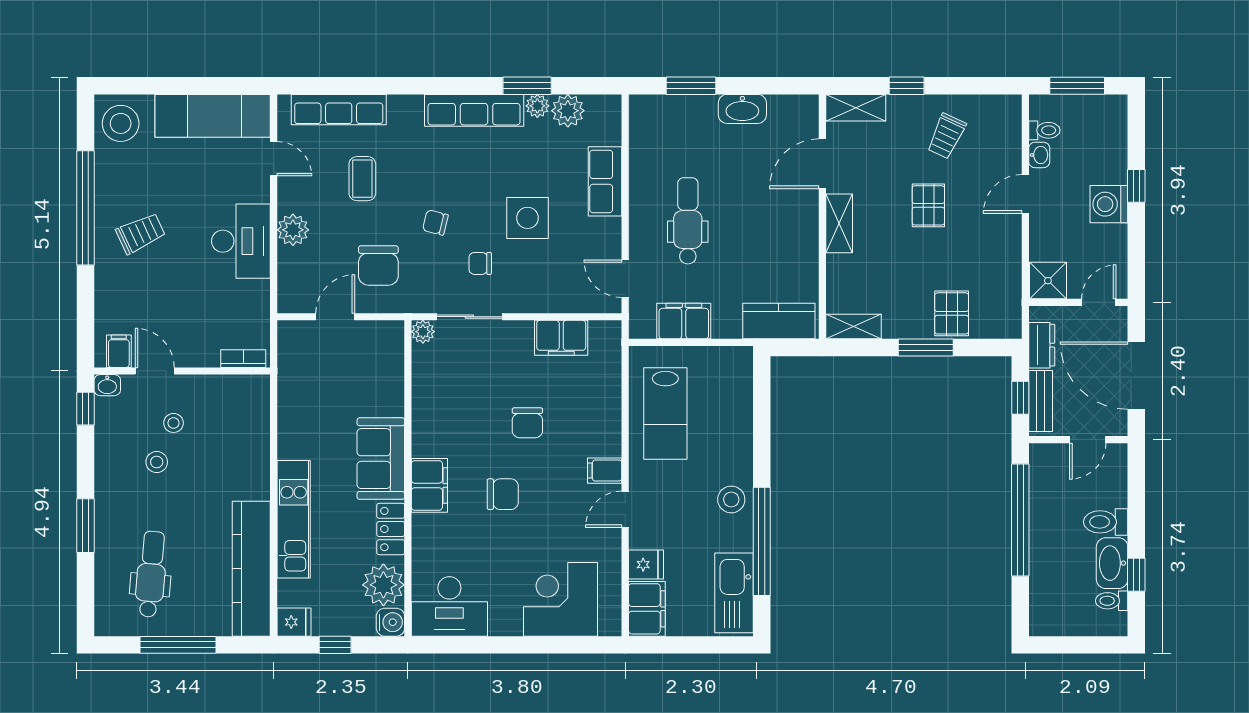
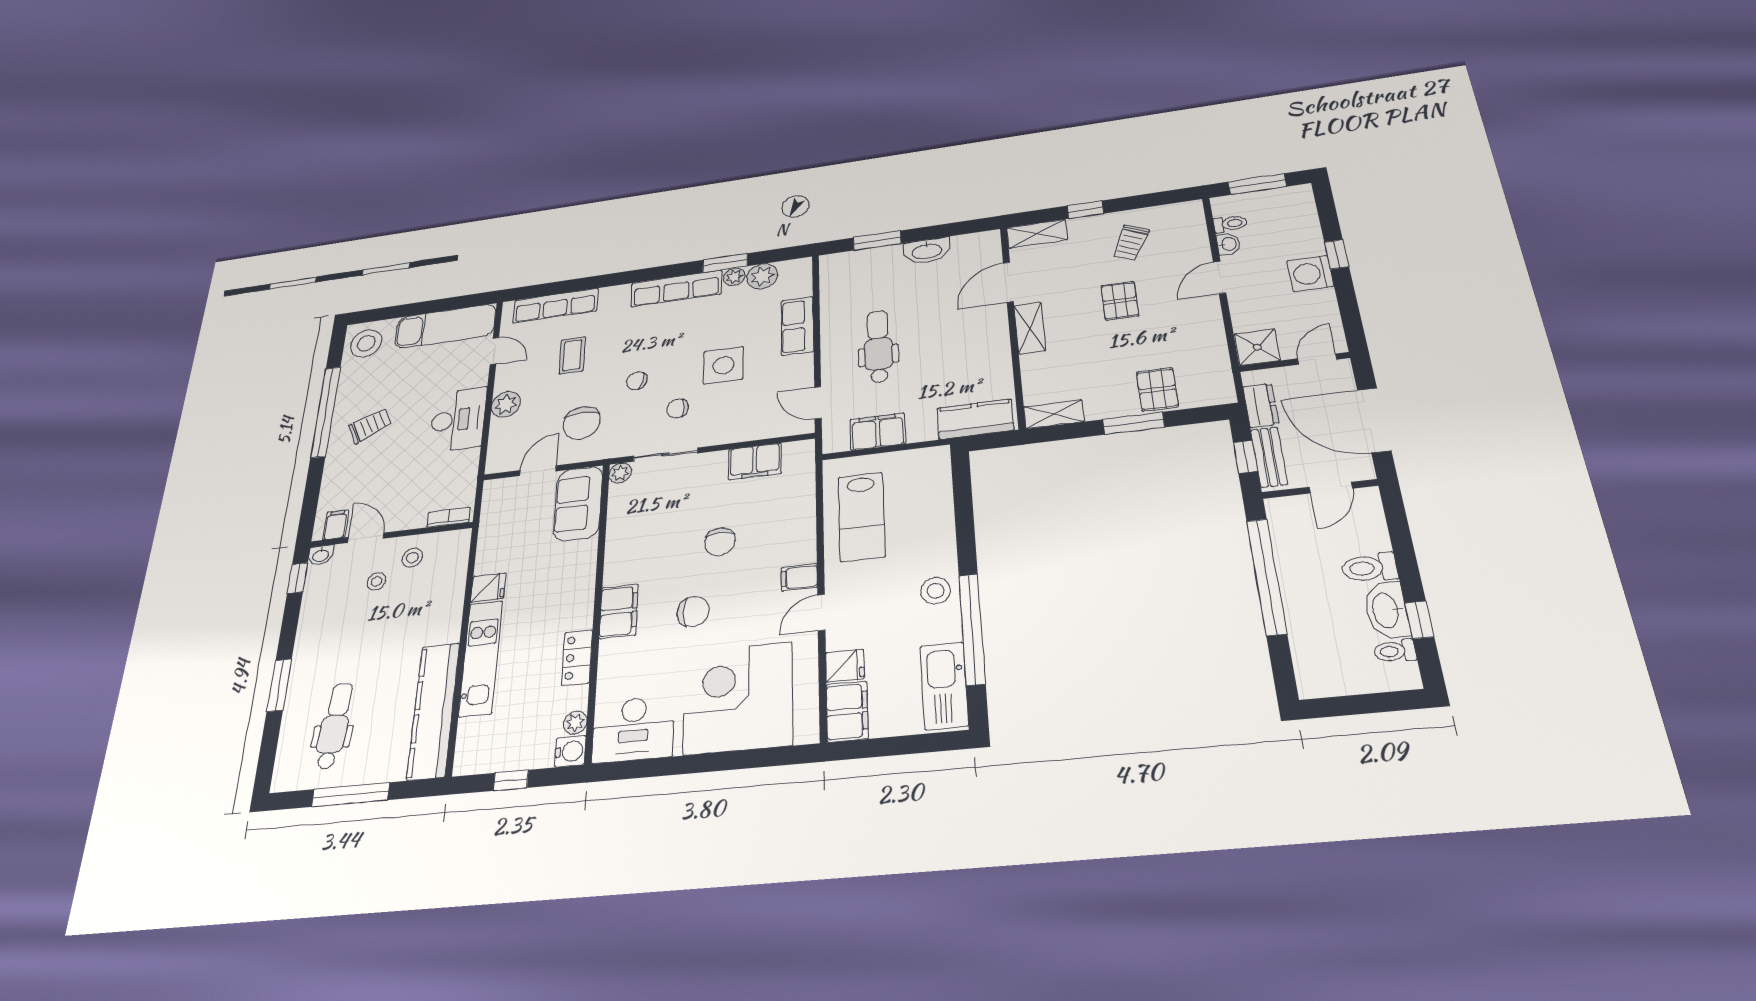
sofa: (381, 459) -> (578, 503), moved
stool: (157, 462) -> (412, 558), moved
plant: (383, 585) -> (575, 723), width x0.53, depth x0.53
corner desk: (561, 599) -> (738, 698), width x1.36, depth x1.36
fridge: (294, 622) -> (488, 587), moved

